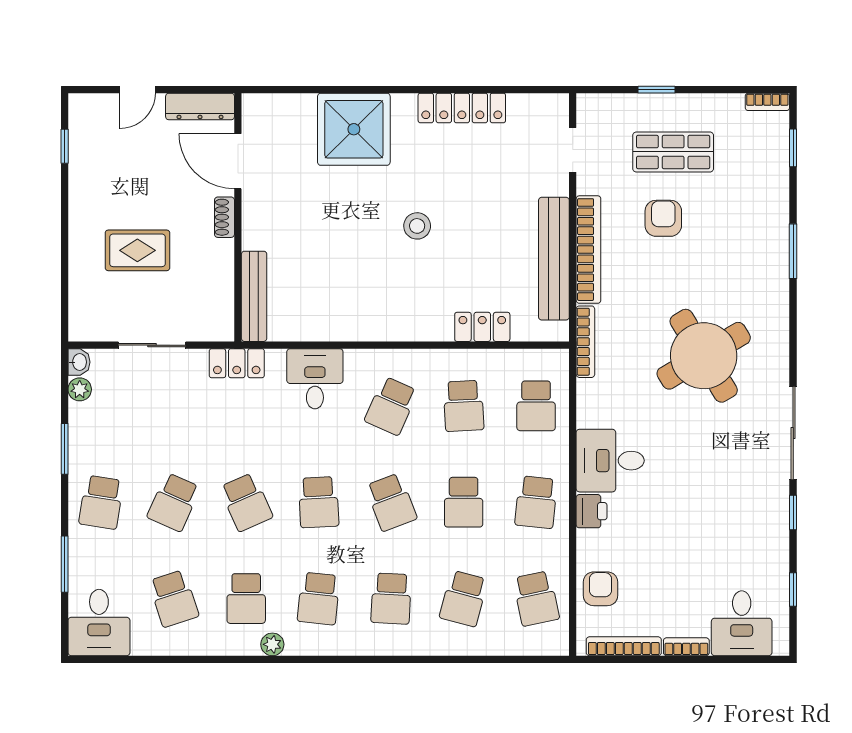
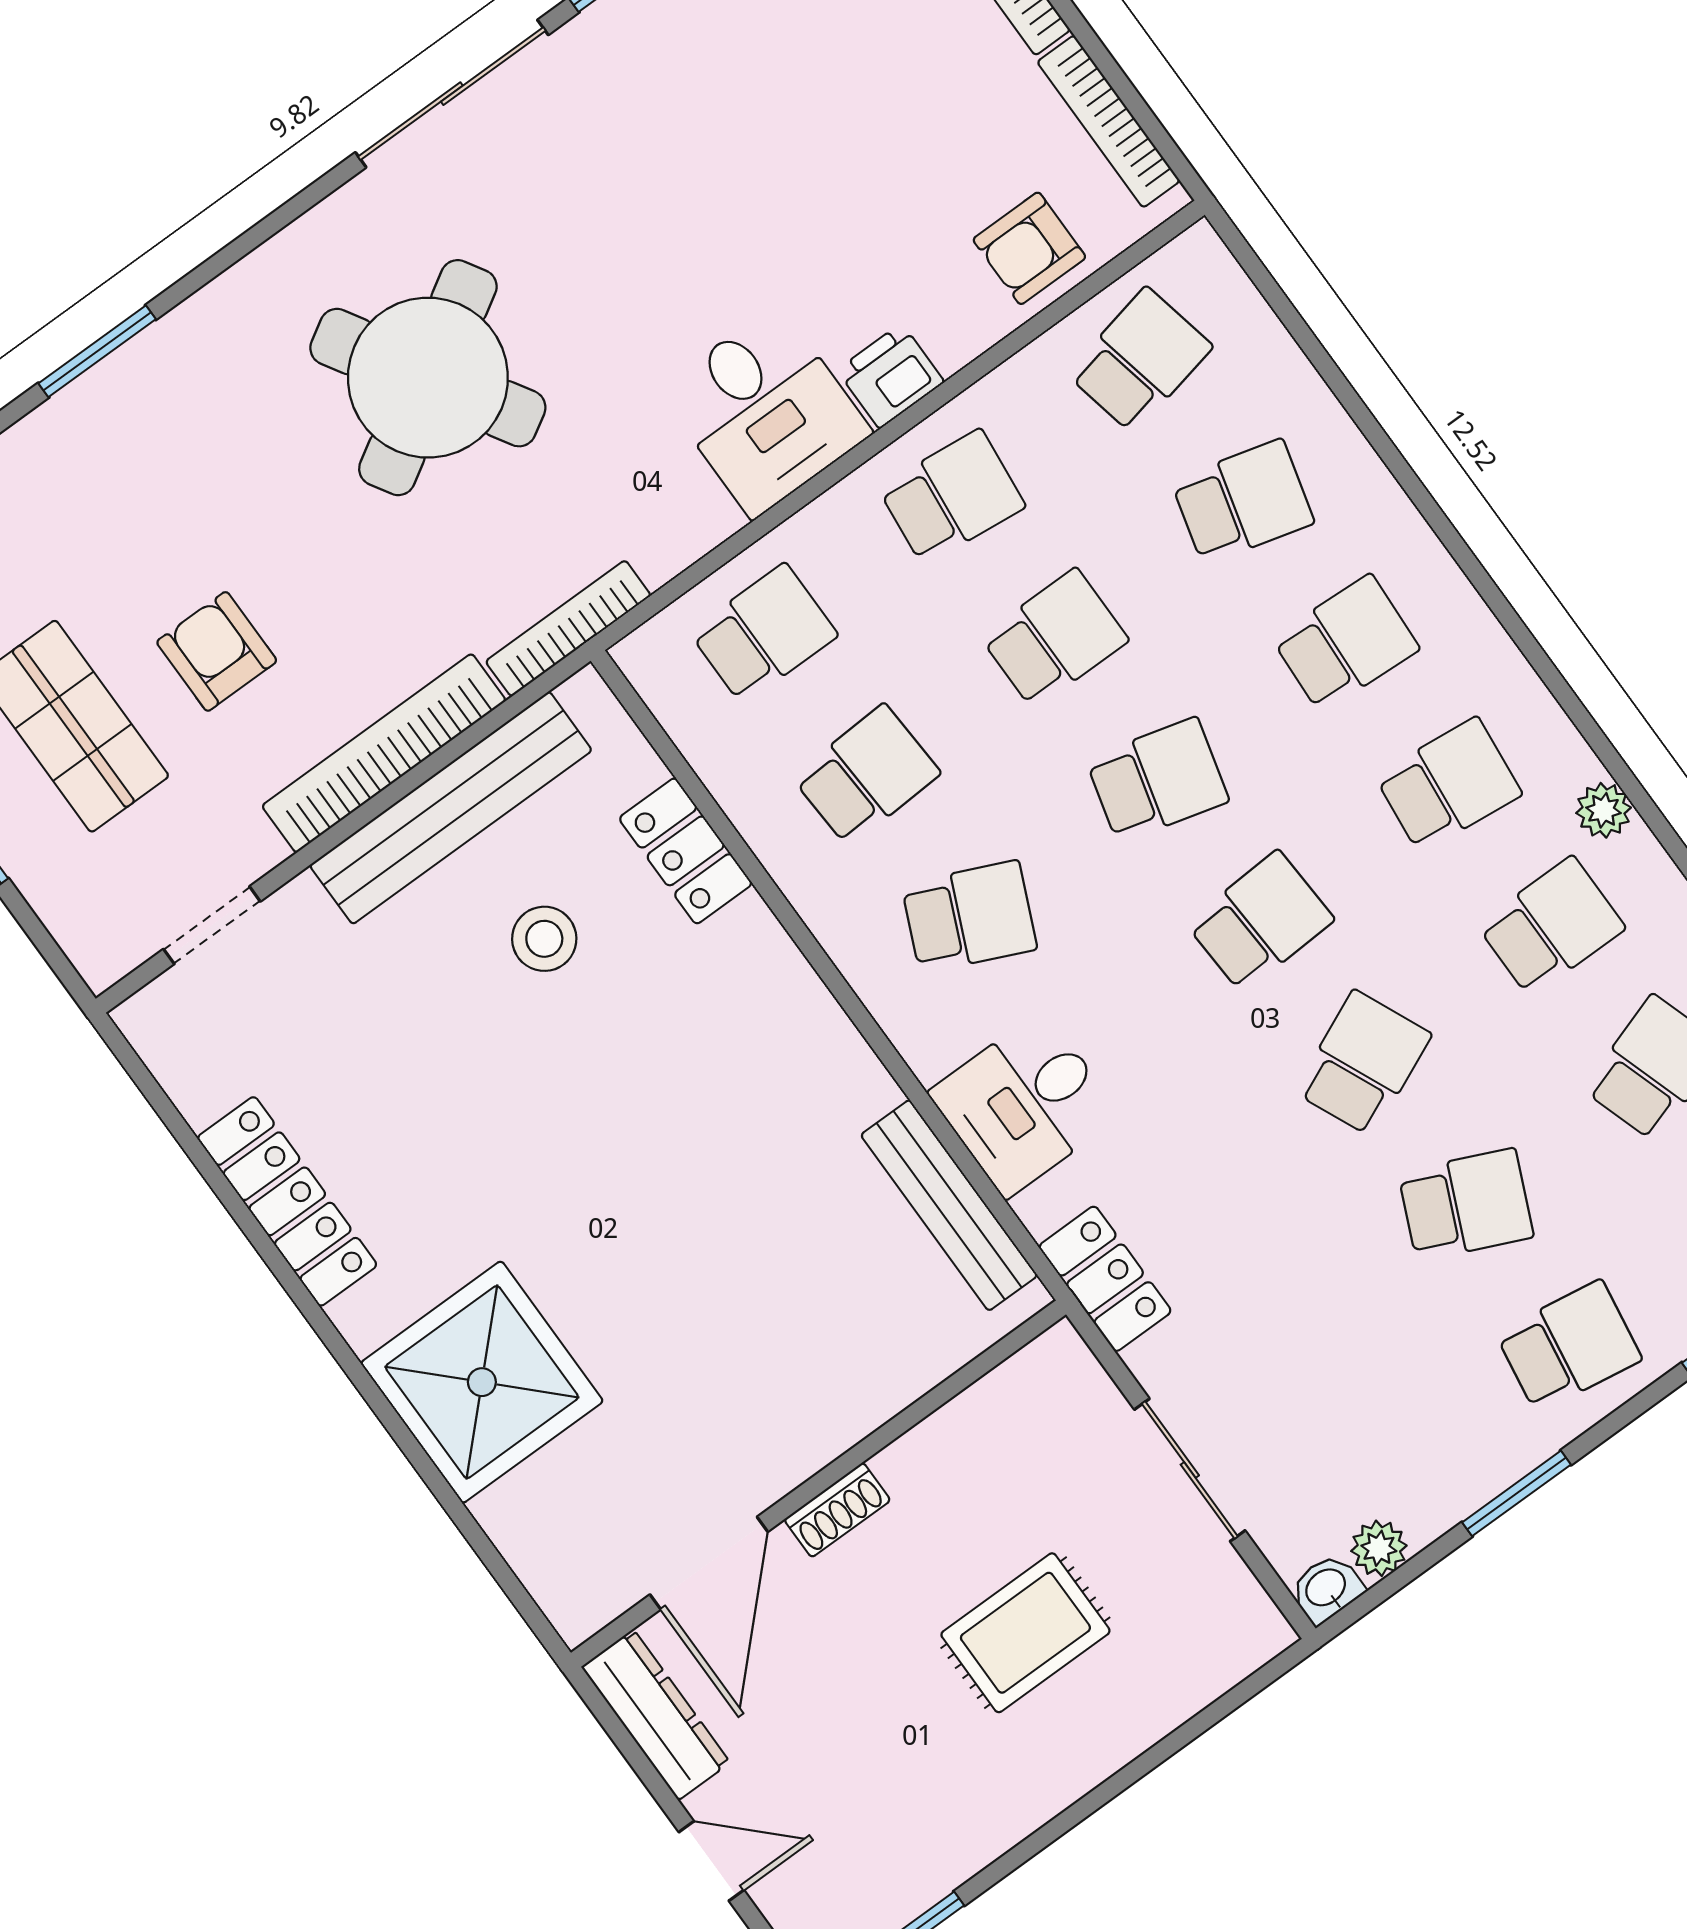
armchair: (663, 218) -> (217, 651), turned 90
stool: (417, 226) -> (544, 939), moved
rug: (137, 250) -> (1025, 1633), turned 90
bench: (254, 296) -> (949, 1205), moved, turned 90
school desk: (391, 502) -> (1157, 780), turned 36

